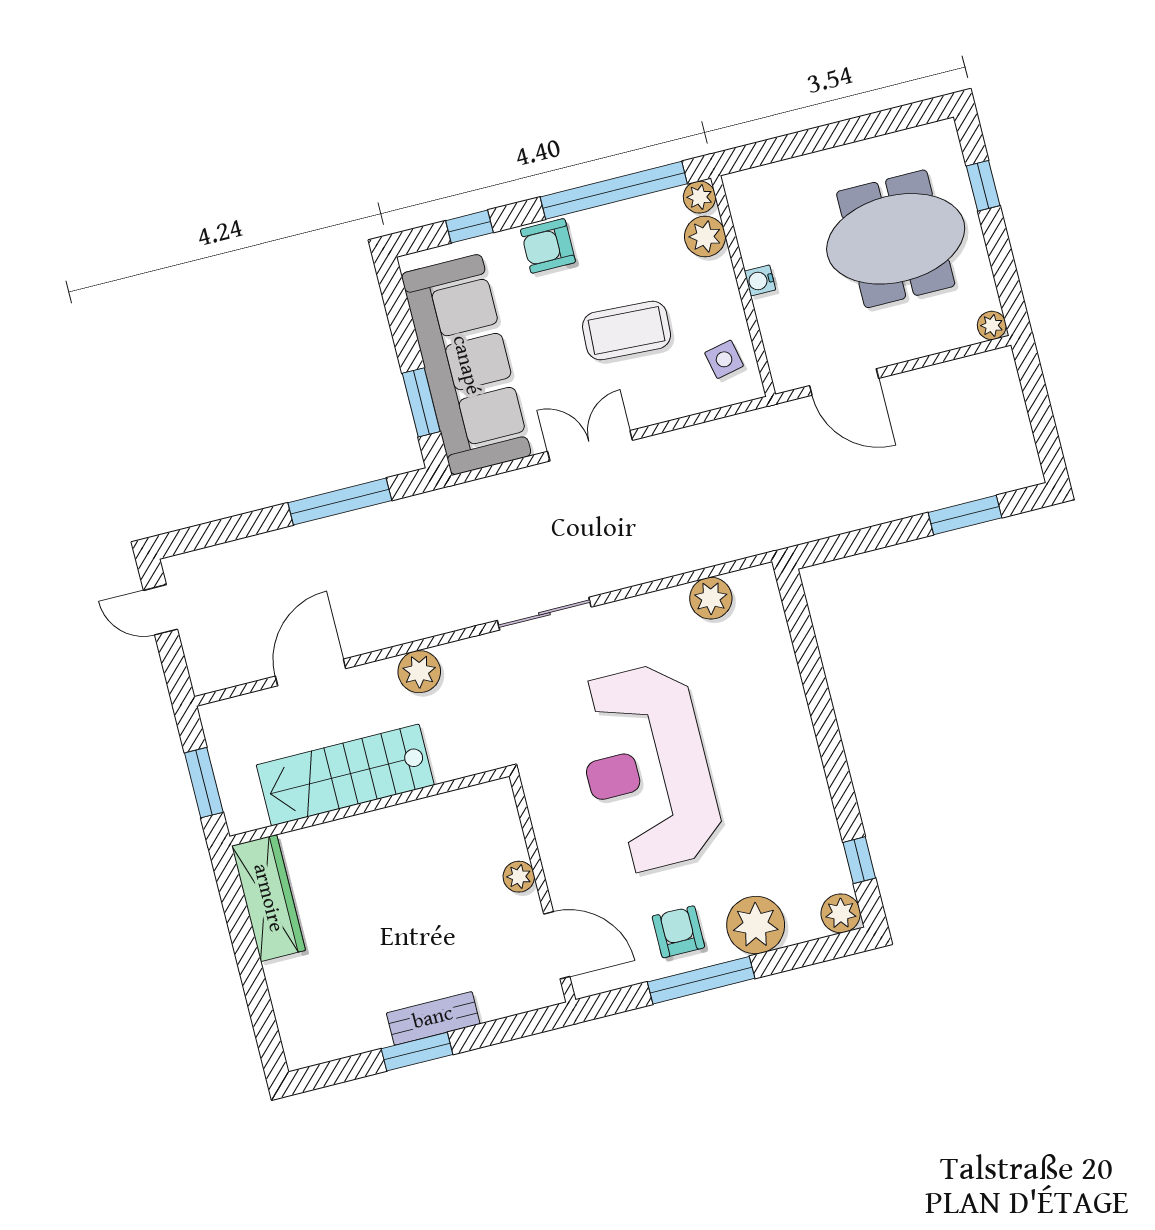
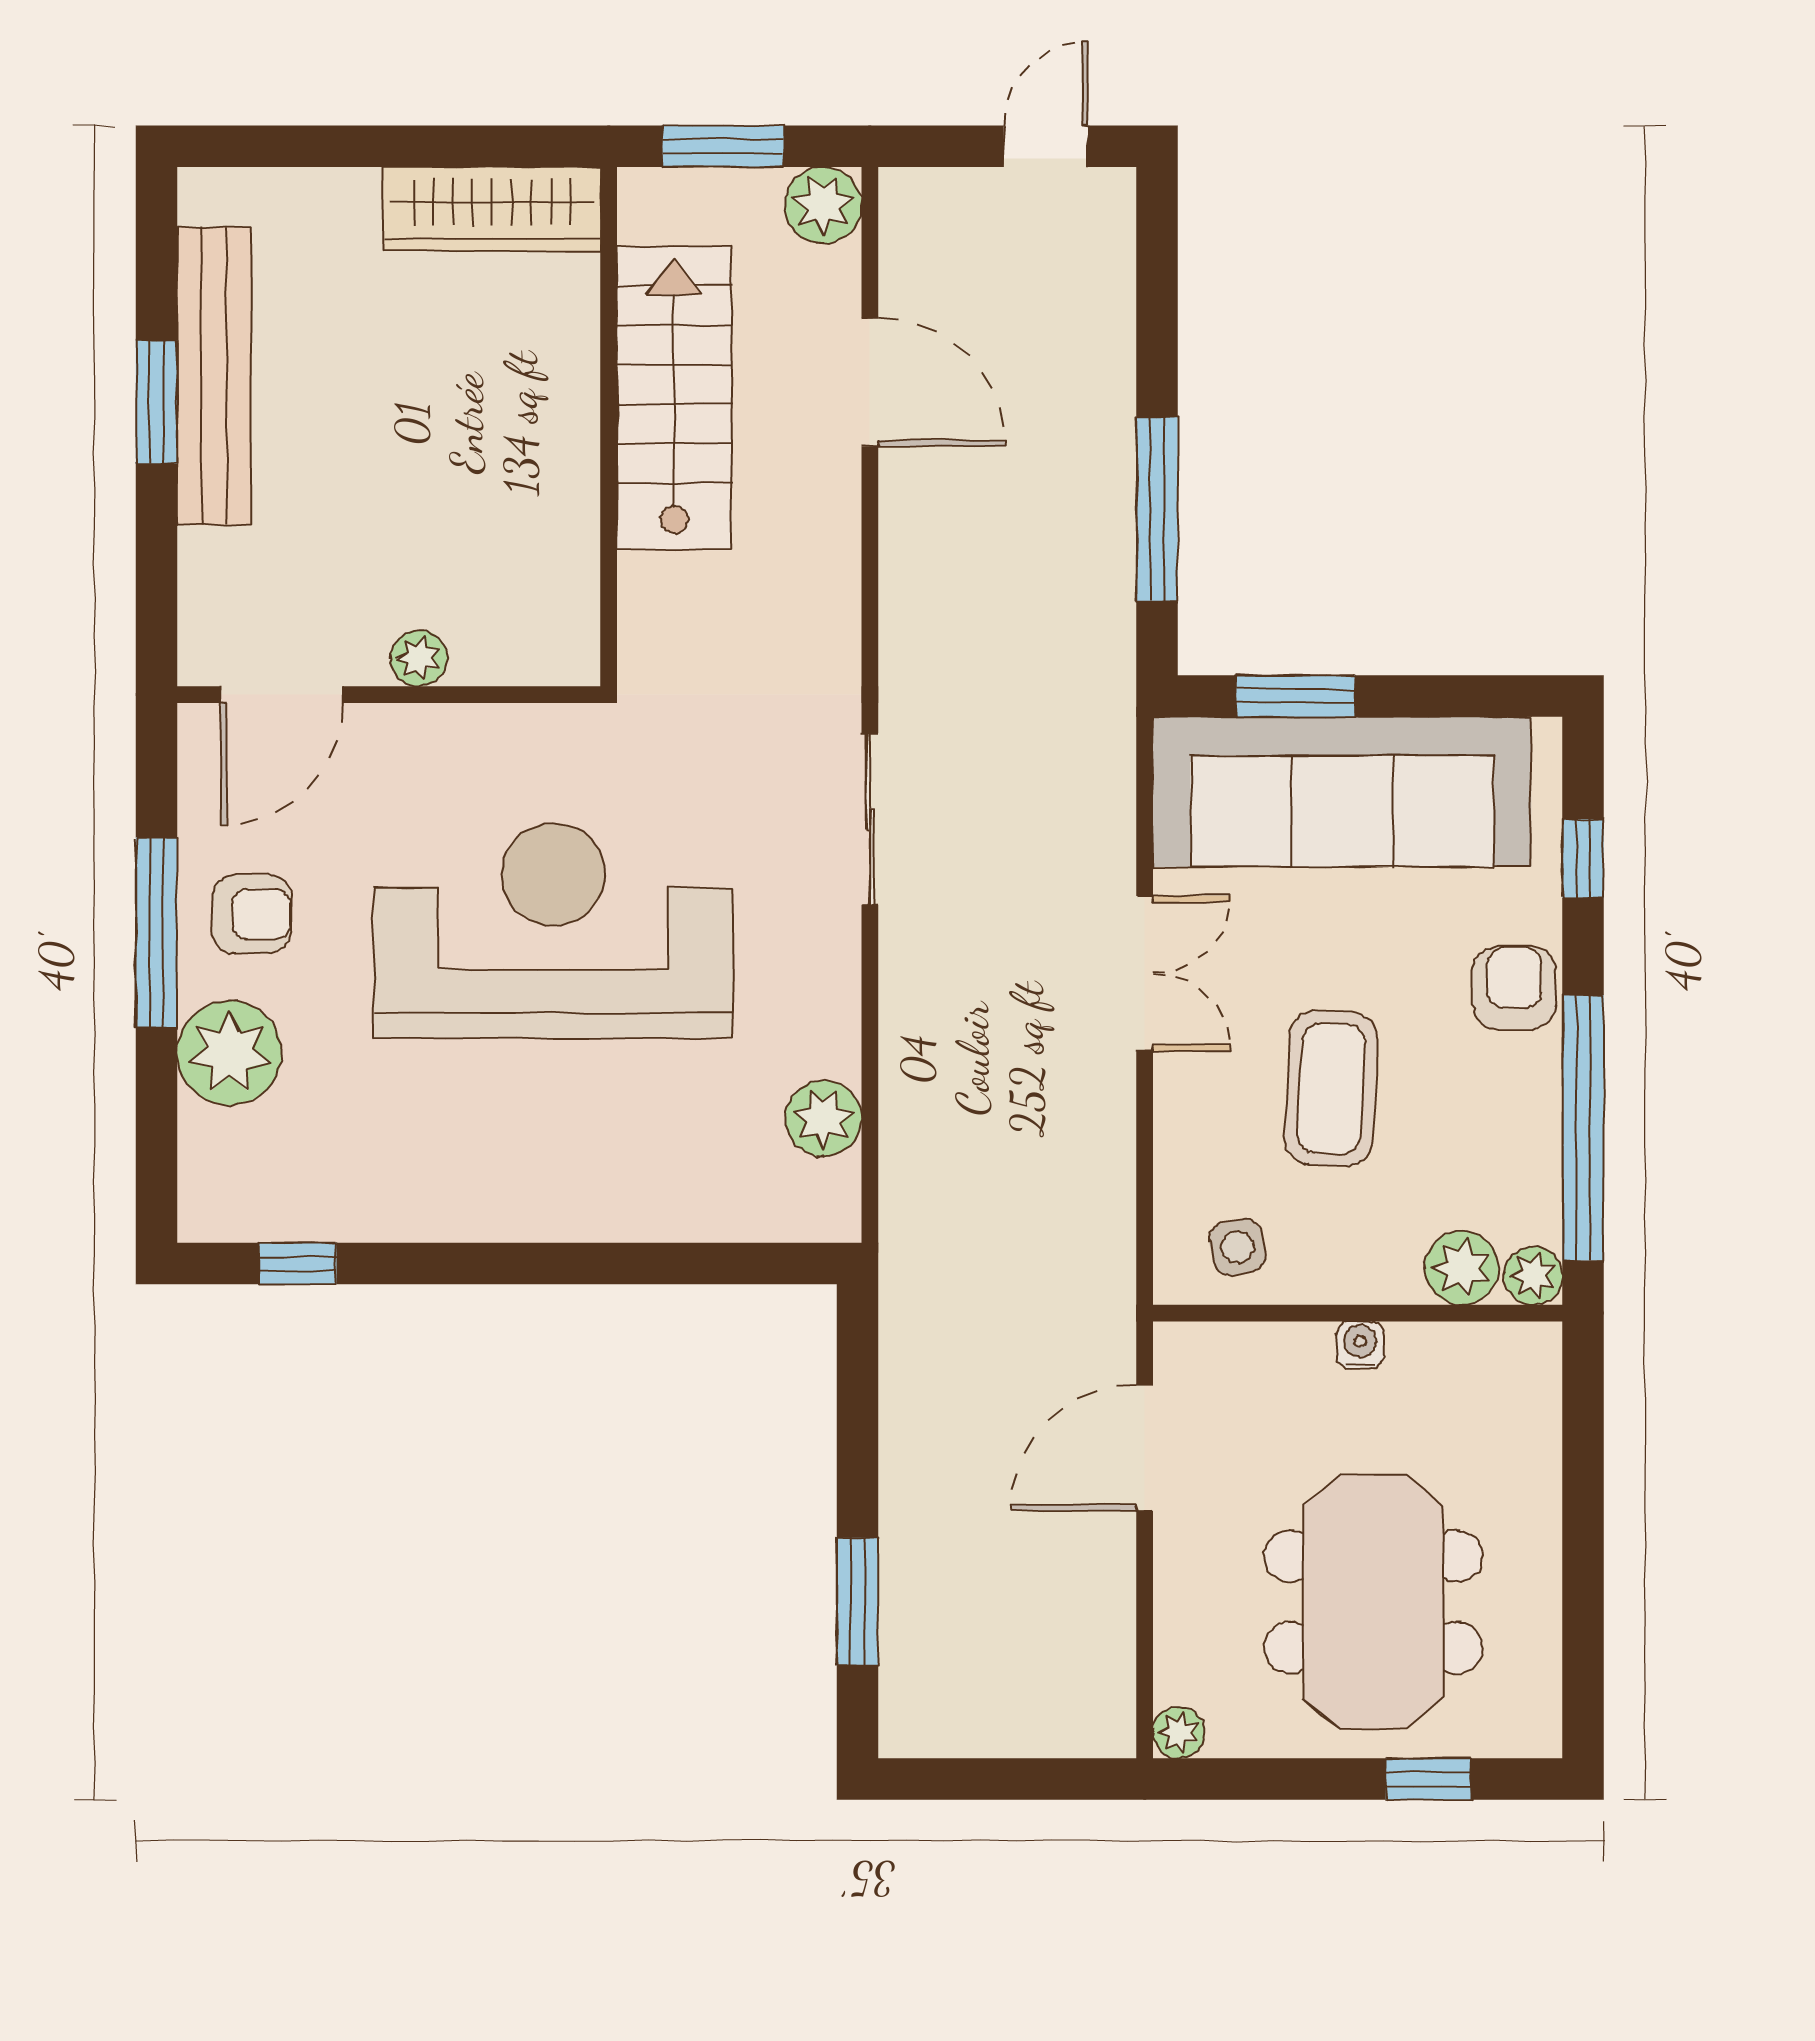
plant: (419, 672) -> (823, 205), moved
plant: (841, 913) -> (212, 1208), removed
bench: (433, 1018) -> (214, 376), width x1.86, depth x1.21

